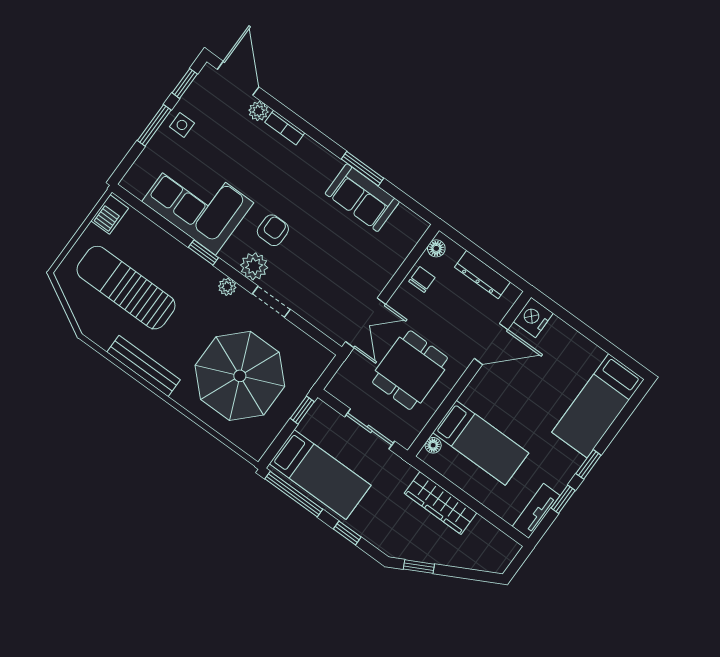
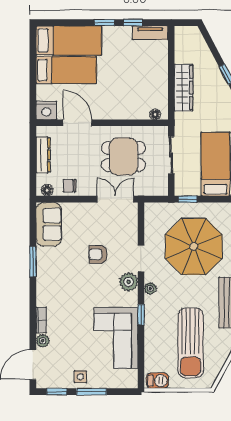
sofa: (362, 198) -> (49, 224), moved
armchair: (273, 230) -> (98, 254), moved
bed: (481, 443) -> (66, 70), moved, turned 90

